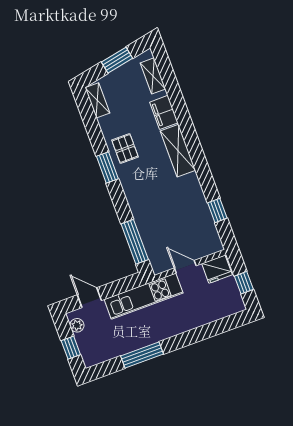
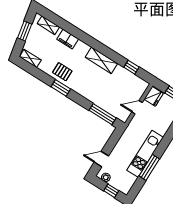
shelving: (178, 151) -> (101, 60), moved
kitchen unit: (144, 296) -> (145, 154), moved, turned 180

